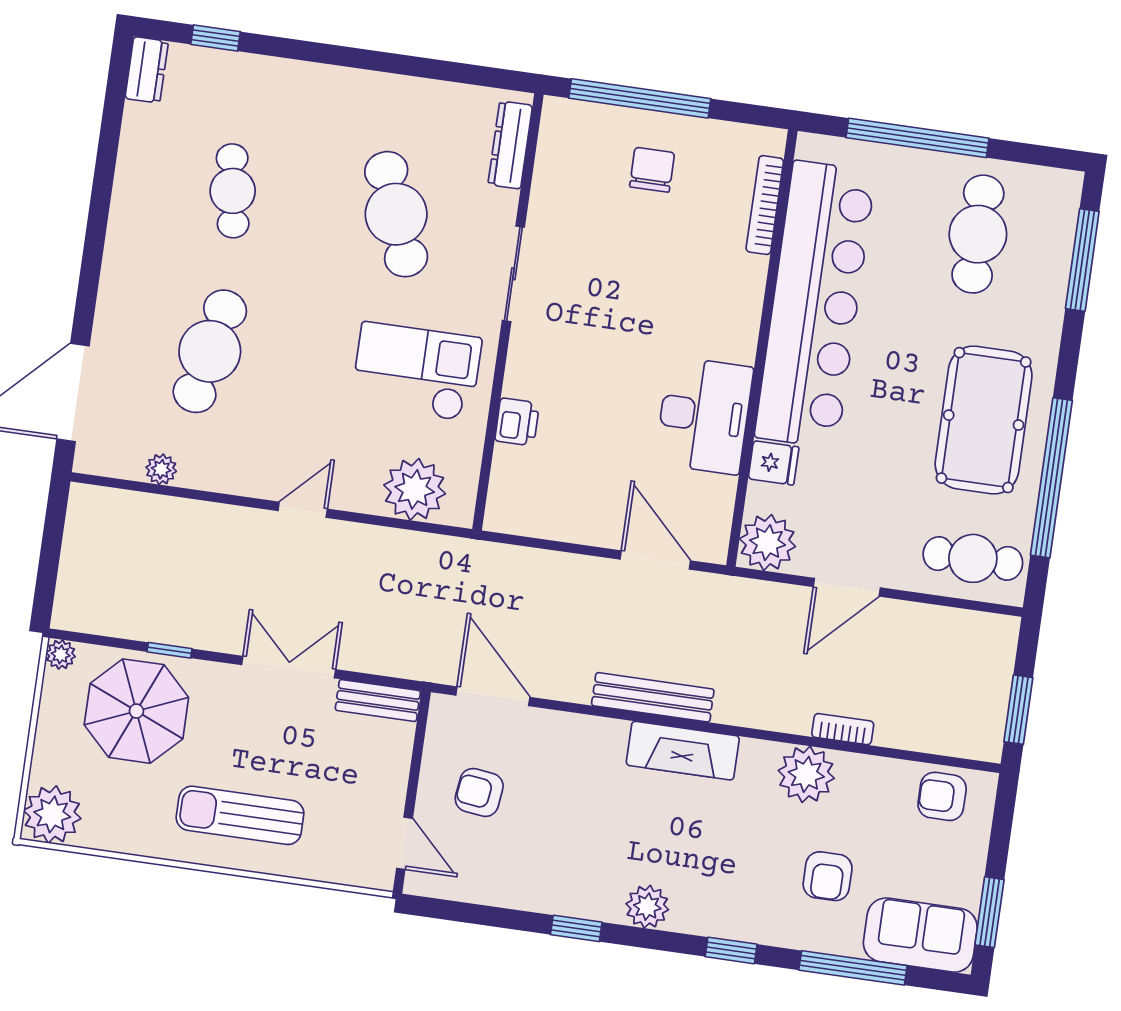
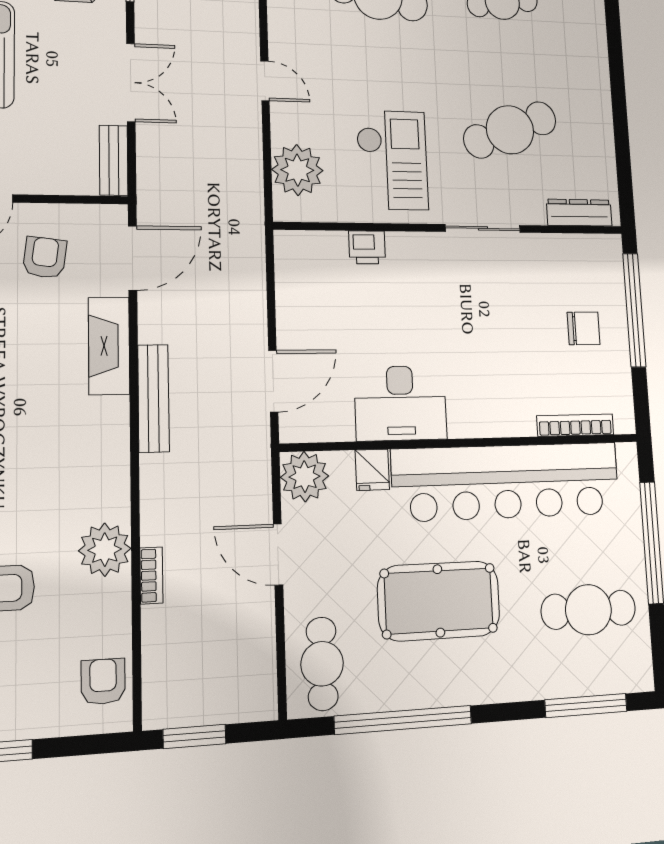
pool table: (984, 420) -> (439, 601), moved
fireplace: (683, 751) -> (109, 346), moved

